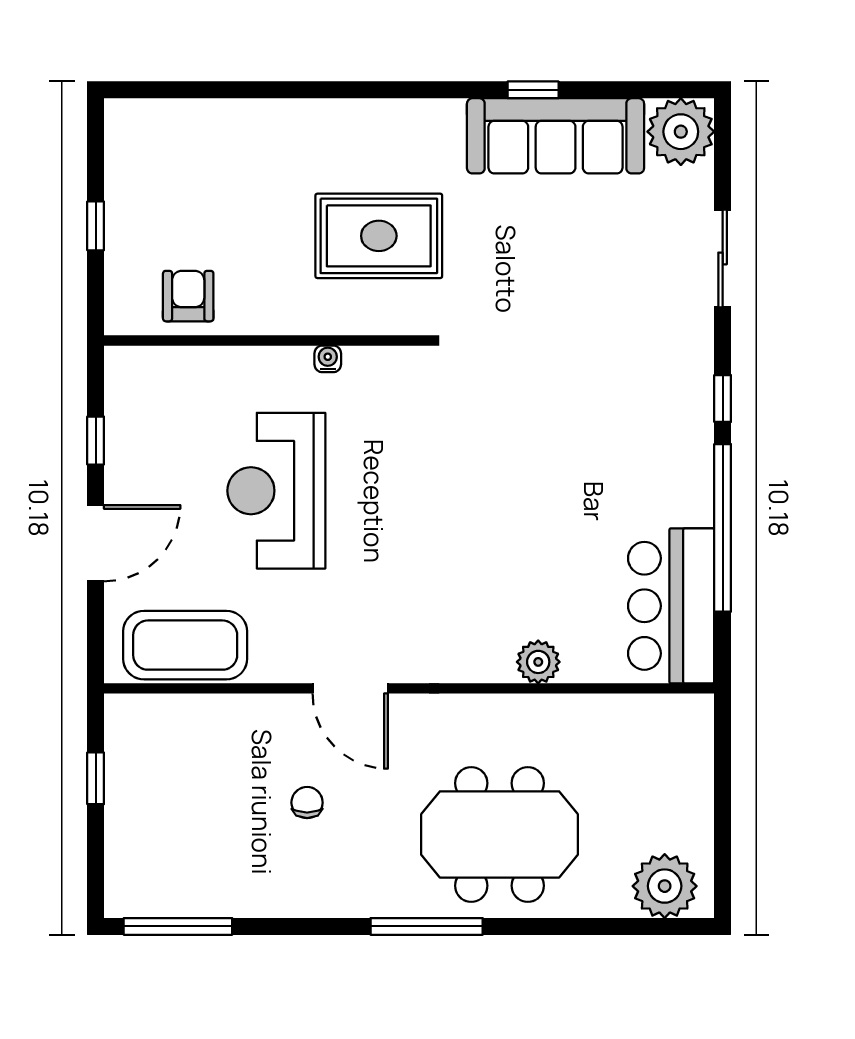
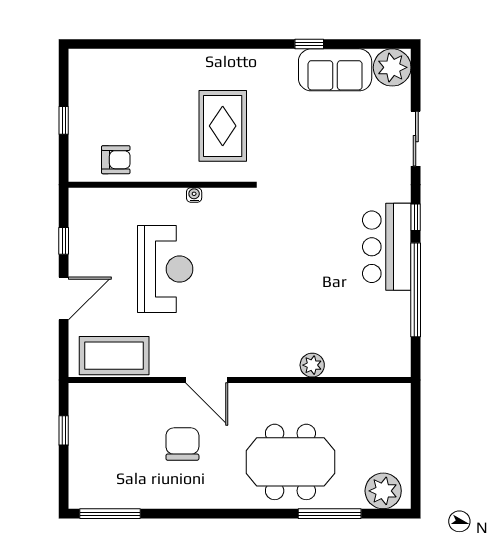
sofa: (556, 136) -> (335, 70), width x0.73
rug: (379, 236) -> (223, 126), turned 90
armchair: (188, 296) -> (116, 160), turned 90
reception desk: (276, 491) -> (165, 269), turned 180
bar counter: (671, 606) -> (387, 247), moved
chair: (307, 803) -> (182, 444), width x1.87, depth x1.87
window: (427, 926) -> (330, 514), moved

